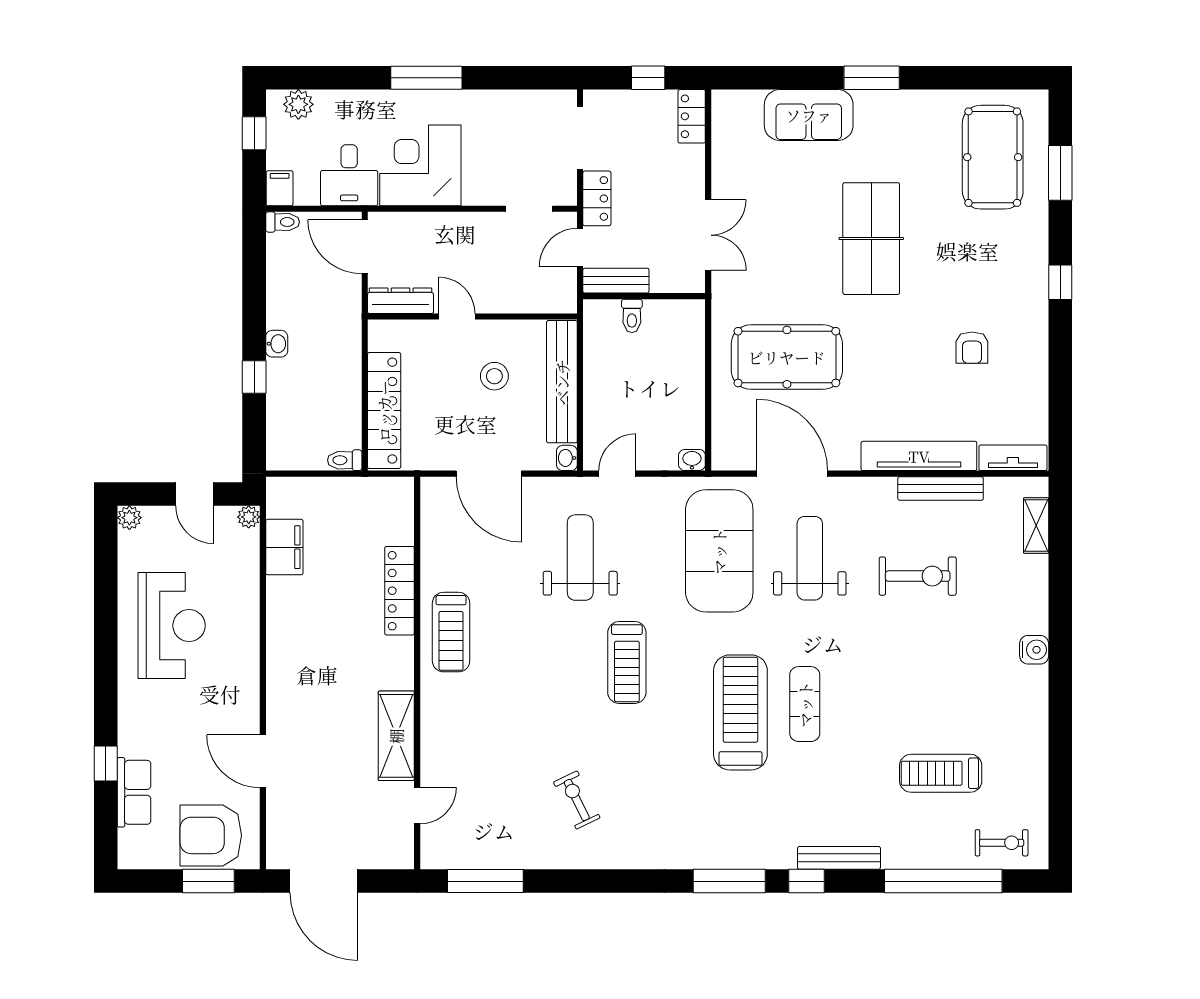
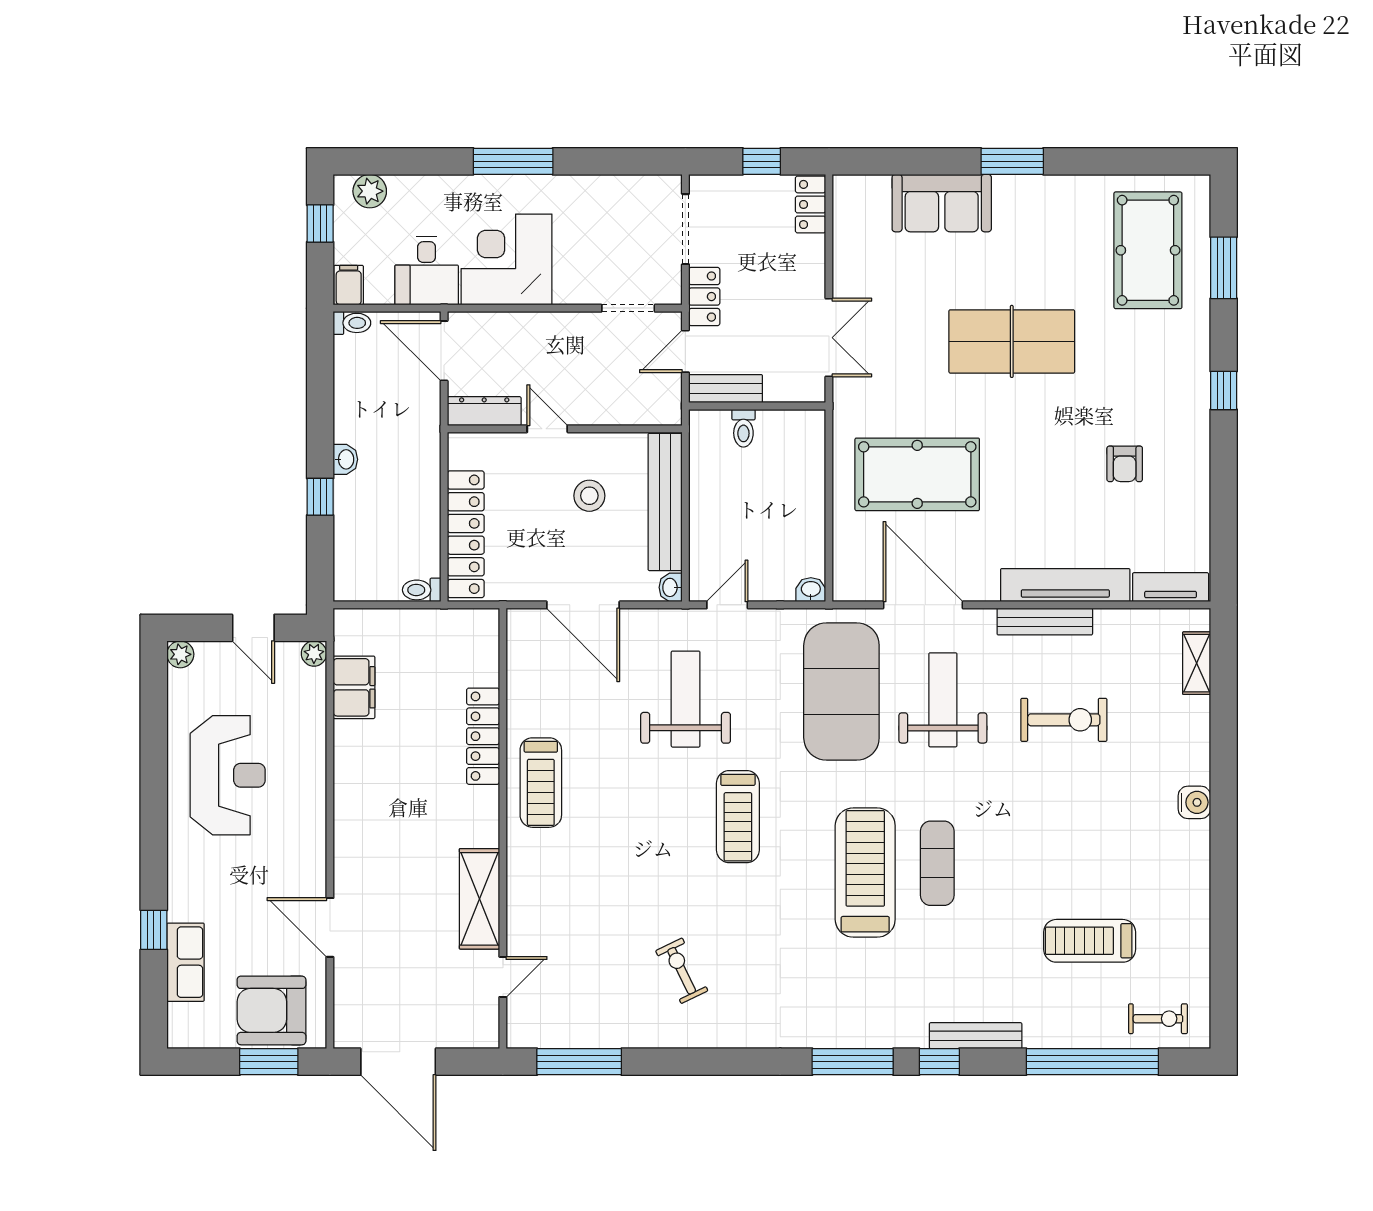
table tennis table: (871, 239) -> (1012, 341), turned 90
bench: (941, 488) -> (1045, 622), moved

